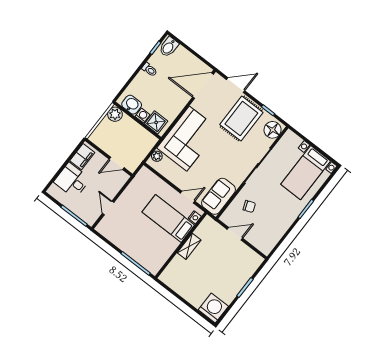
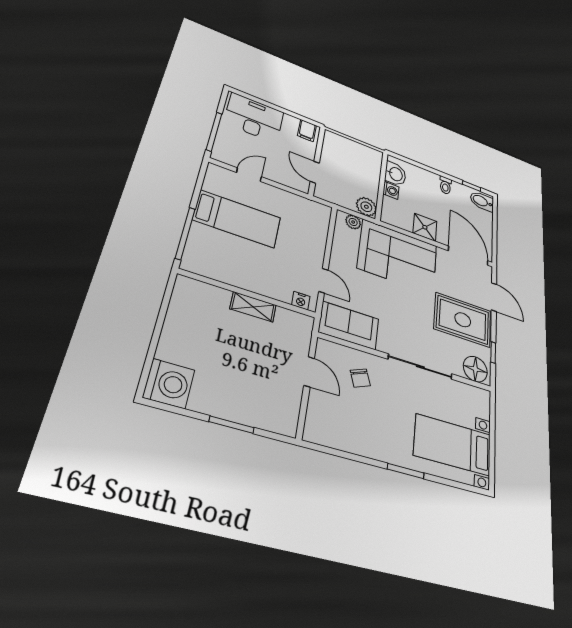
plant: (115, 114) -> (366, 207), moved
shower: (156, 122) -> (425, 227), moved
filing cabinet: (82, 157) -> (307, 131), width x0.50
desk: (72, 181) -> (254, 118), width x1.37
bed: (168, 218) -> (237, 219), moved, turned 90

